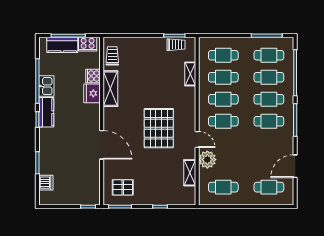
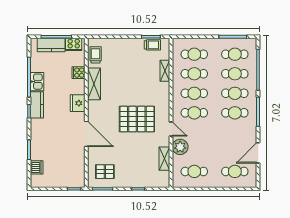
fridge: (92, 93) -> (78, 103), moved
pallet: (159, 128) -> (137, 119), turned 90

